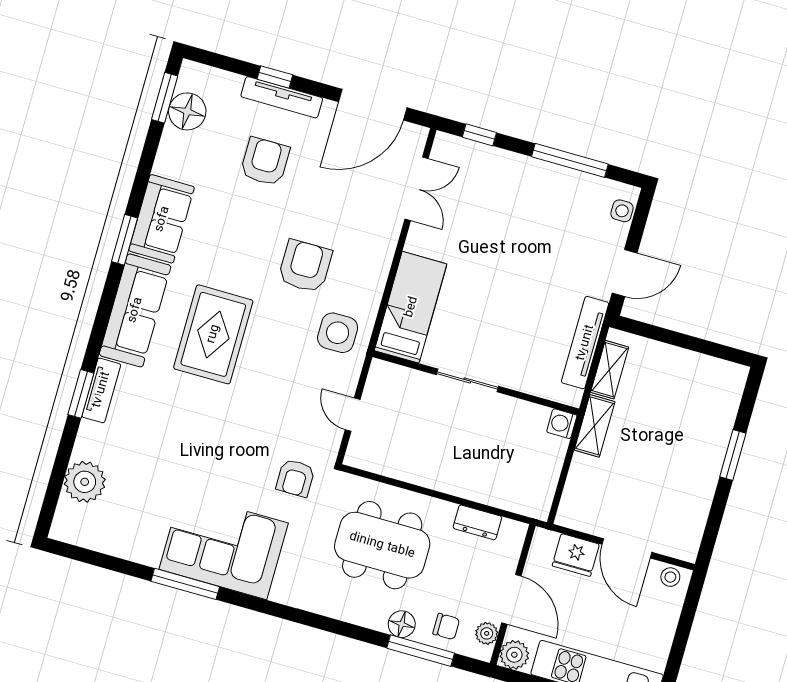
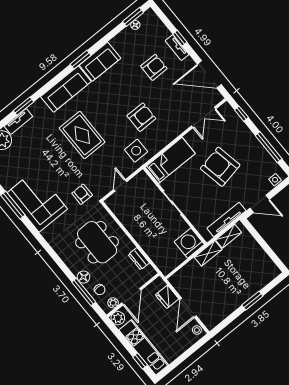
tv unit: (282, 97) -> (177, 48), width x0.71
floor lamp: (187, 111) -> (135, 25), width x0.53, depth x0.53
armchair: (508, 256) -> (220, 167), added
rug: (213, 334) -> (82, 135), moved, turned 90
tv unit: (101, 390) -> (18, 121), moved
washing machine: (562, 424) -> (189, 243), width x1.89, depth x1.89
armchair: (295, 478) -> (82, 194), turned 90

